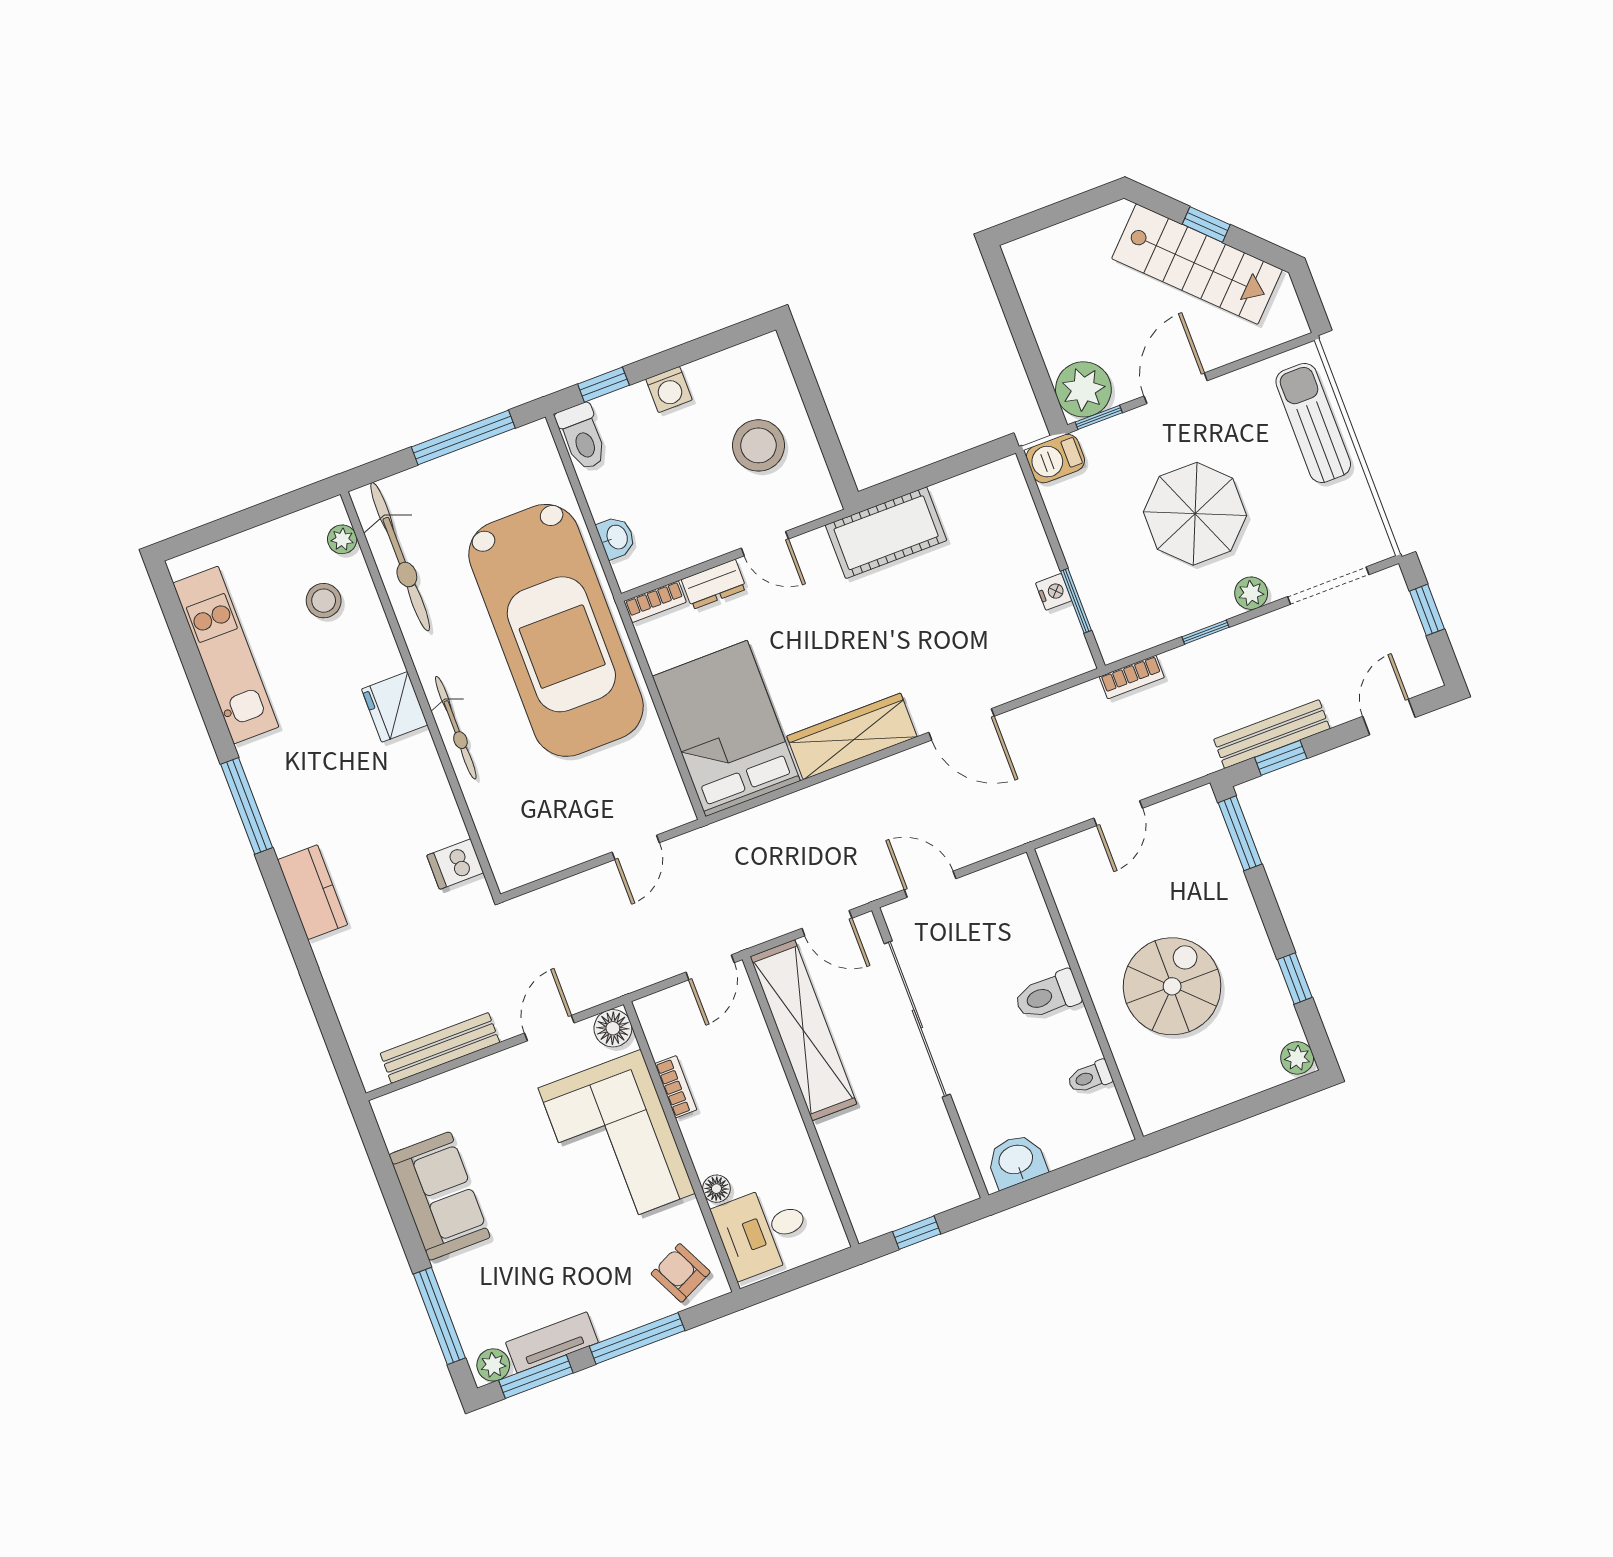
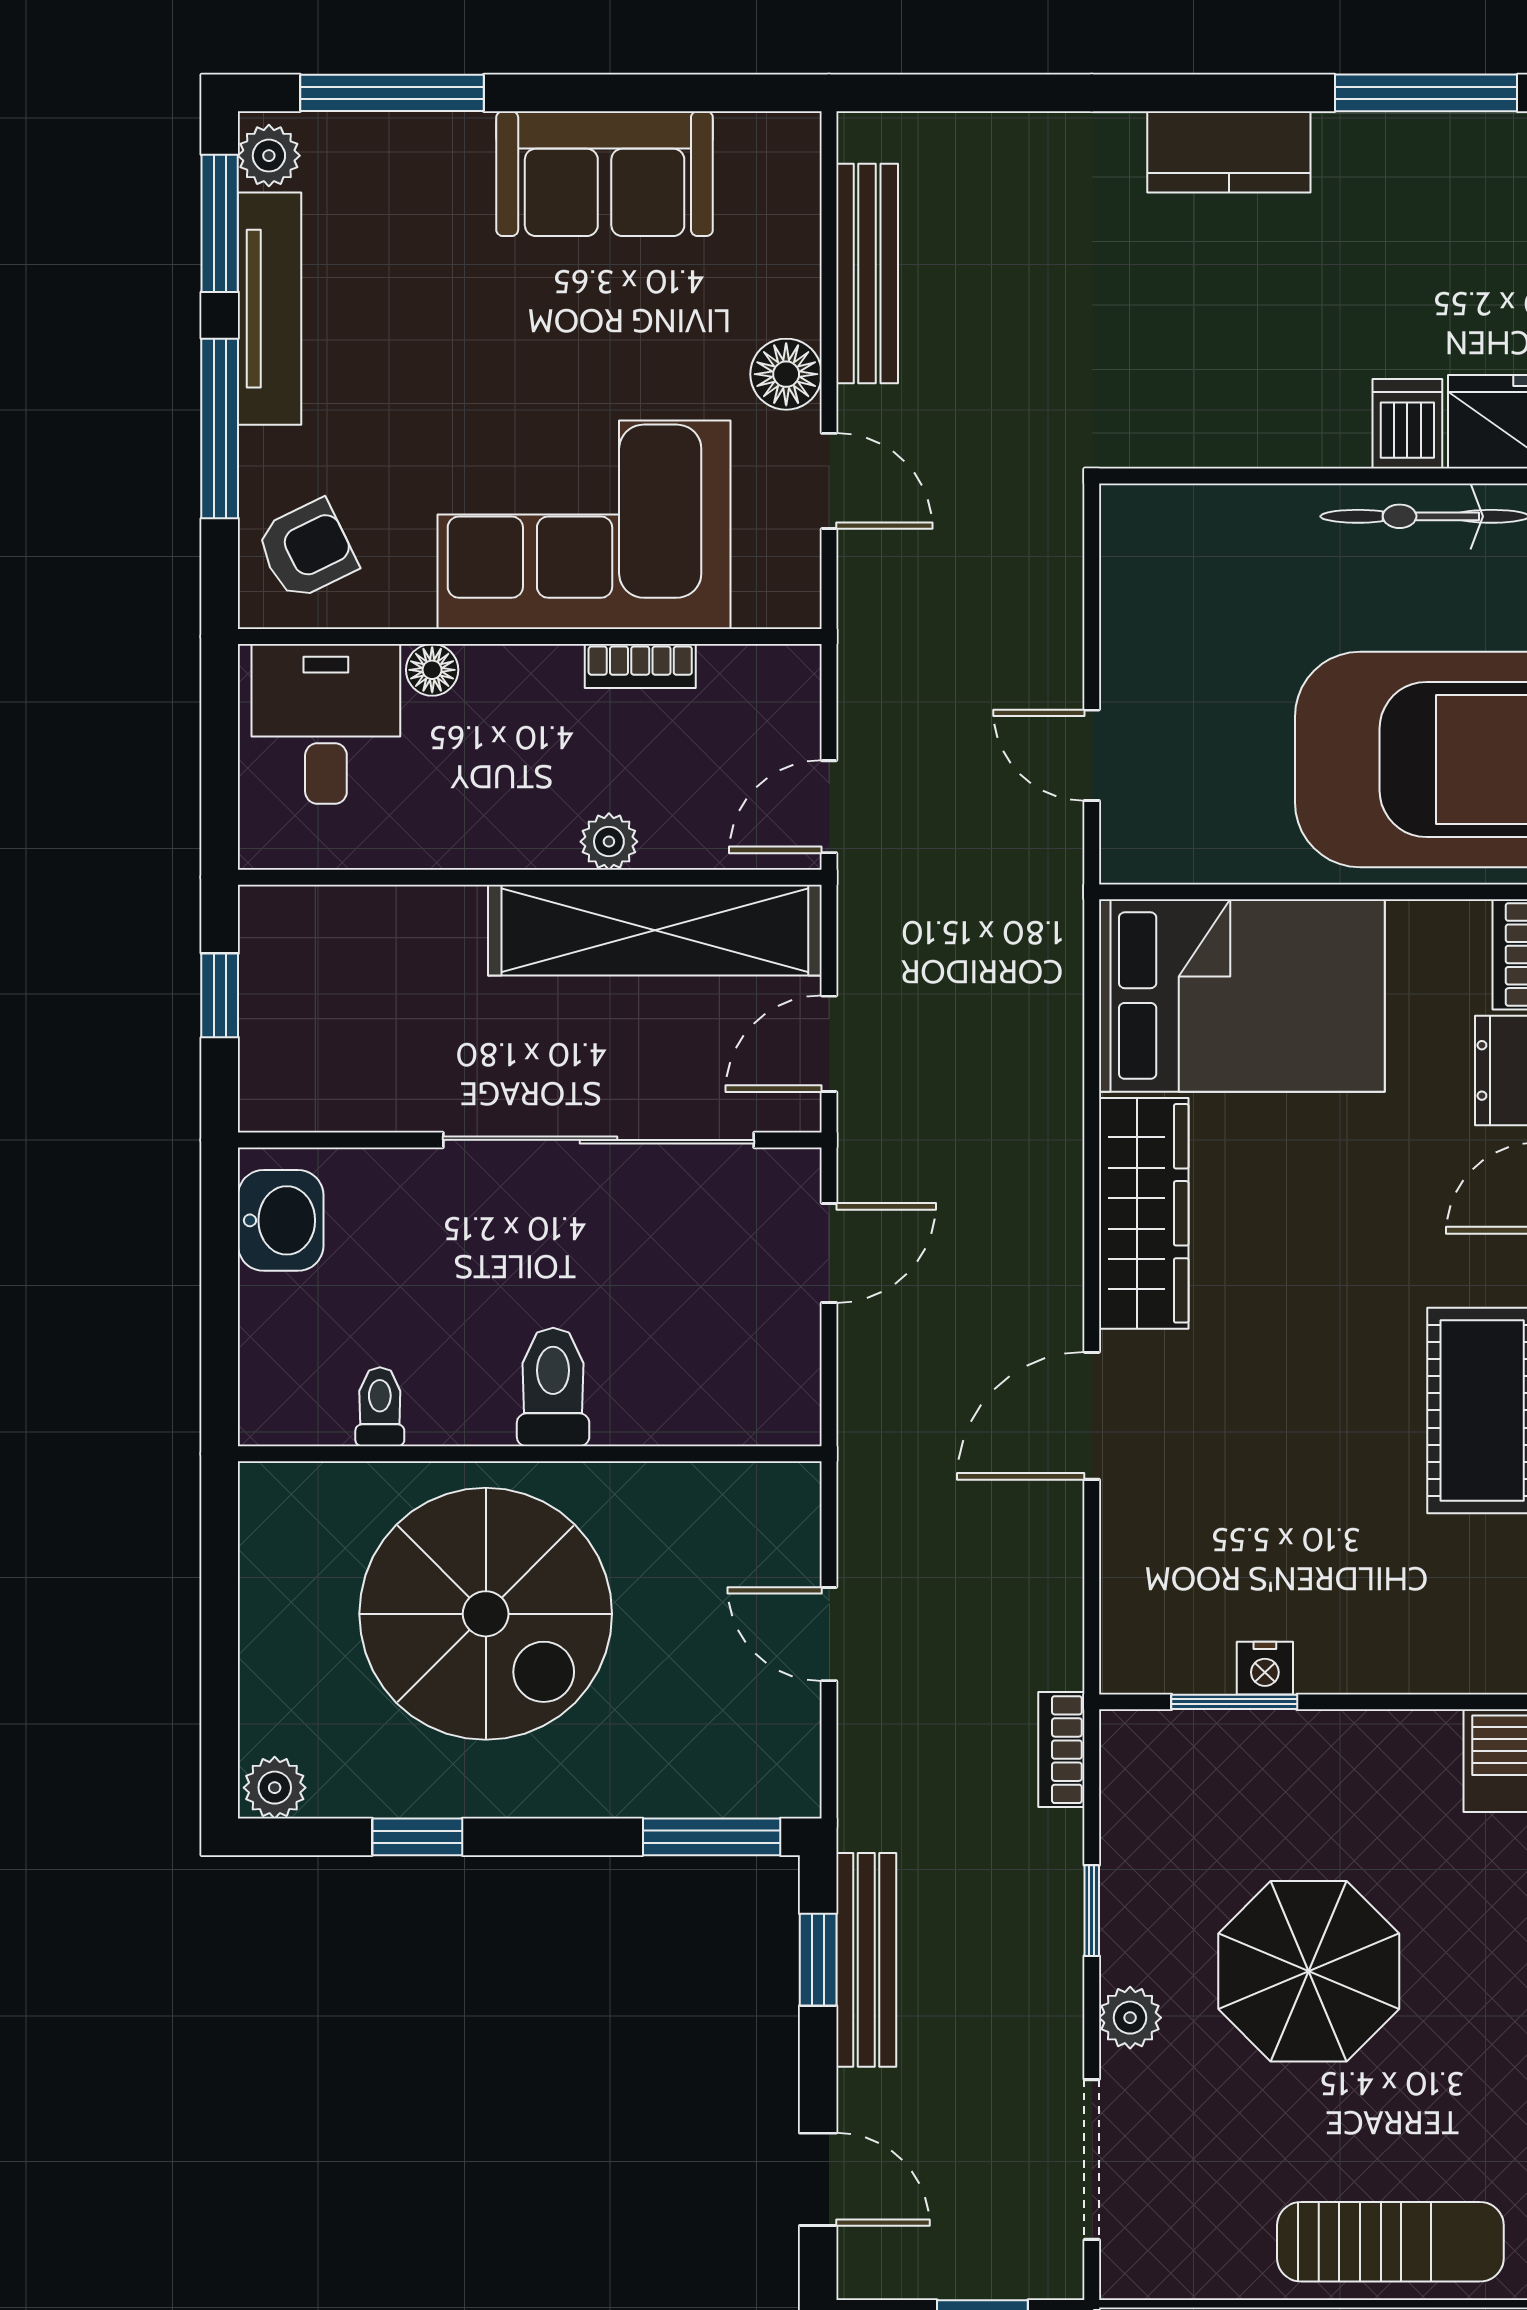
dishwasher: (455, 864) -> (1407, 424), moved
door: (710, 967) -> (829, 807), hinge flipped
spiral stairs: (1172, 986) -> (486, 1614), width x1.37, depth x1.37
floor lamp: (613, 1028) -> (786, 374), moved
plant: (768, 1069) -> (609, 842), added
tv unit: (552, 1342) -> (269, 309), width x1.41

